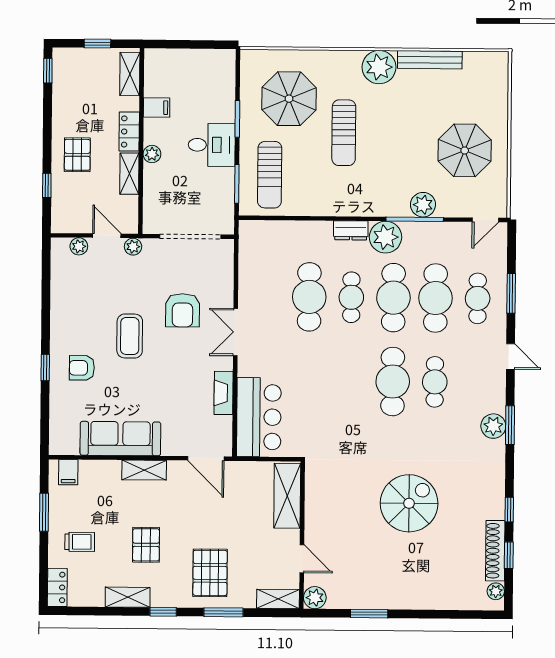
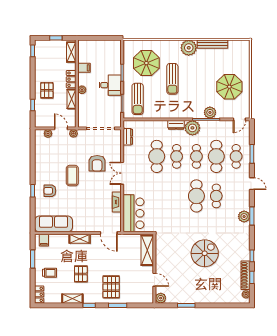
dresser: (248, 255) -> (128, 137), added
cafe table: (393, 298) -> (196, 156), width x0.73, depth x0.74
sofa: (120, 439) -> (54, 224), moved
shelving: (278, 599) -> (143, 299), removed

